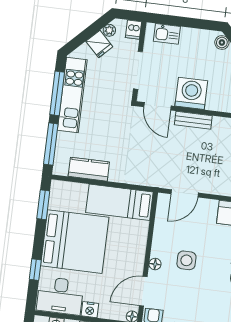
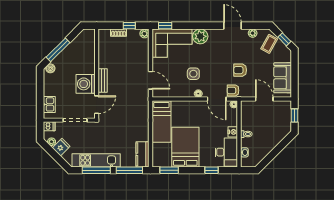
kitchen counter: (89, 169) -> (143, 154), moved
bed: (75, 242) -> (185, 147), width x0.73

